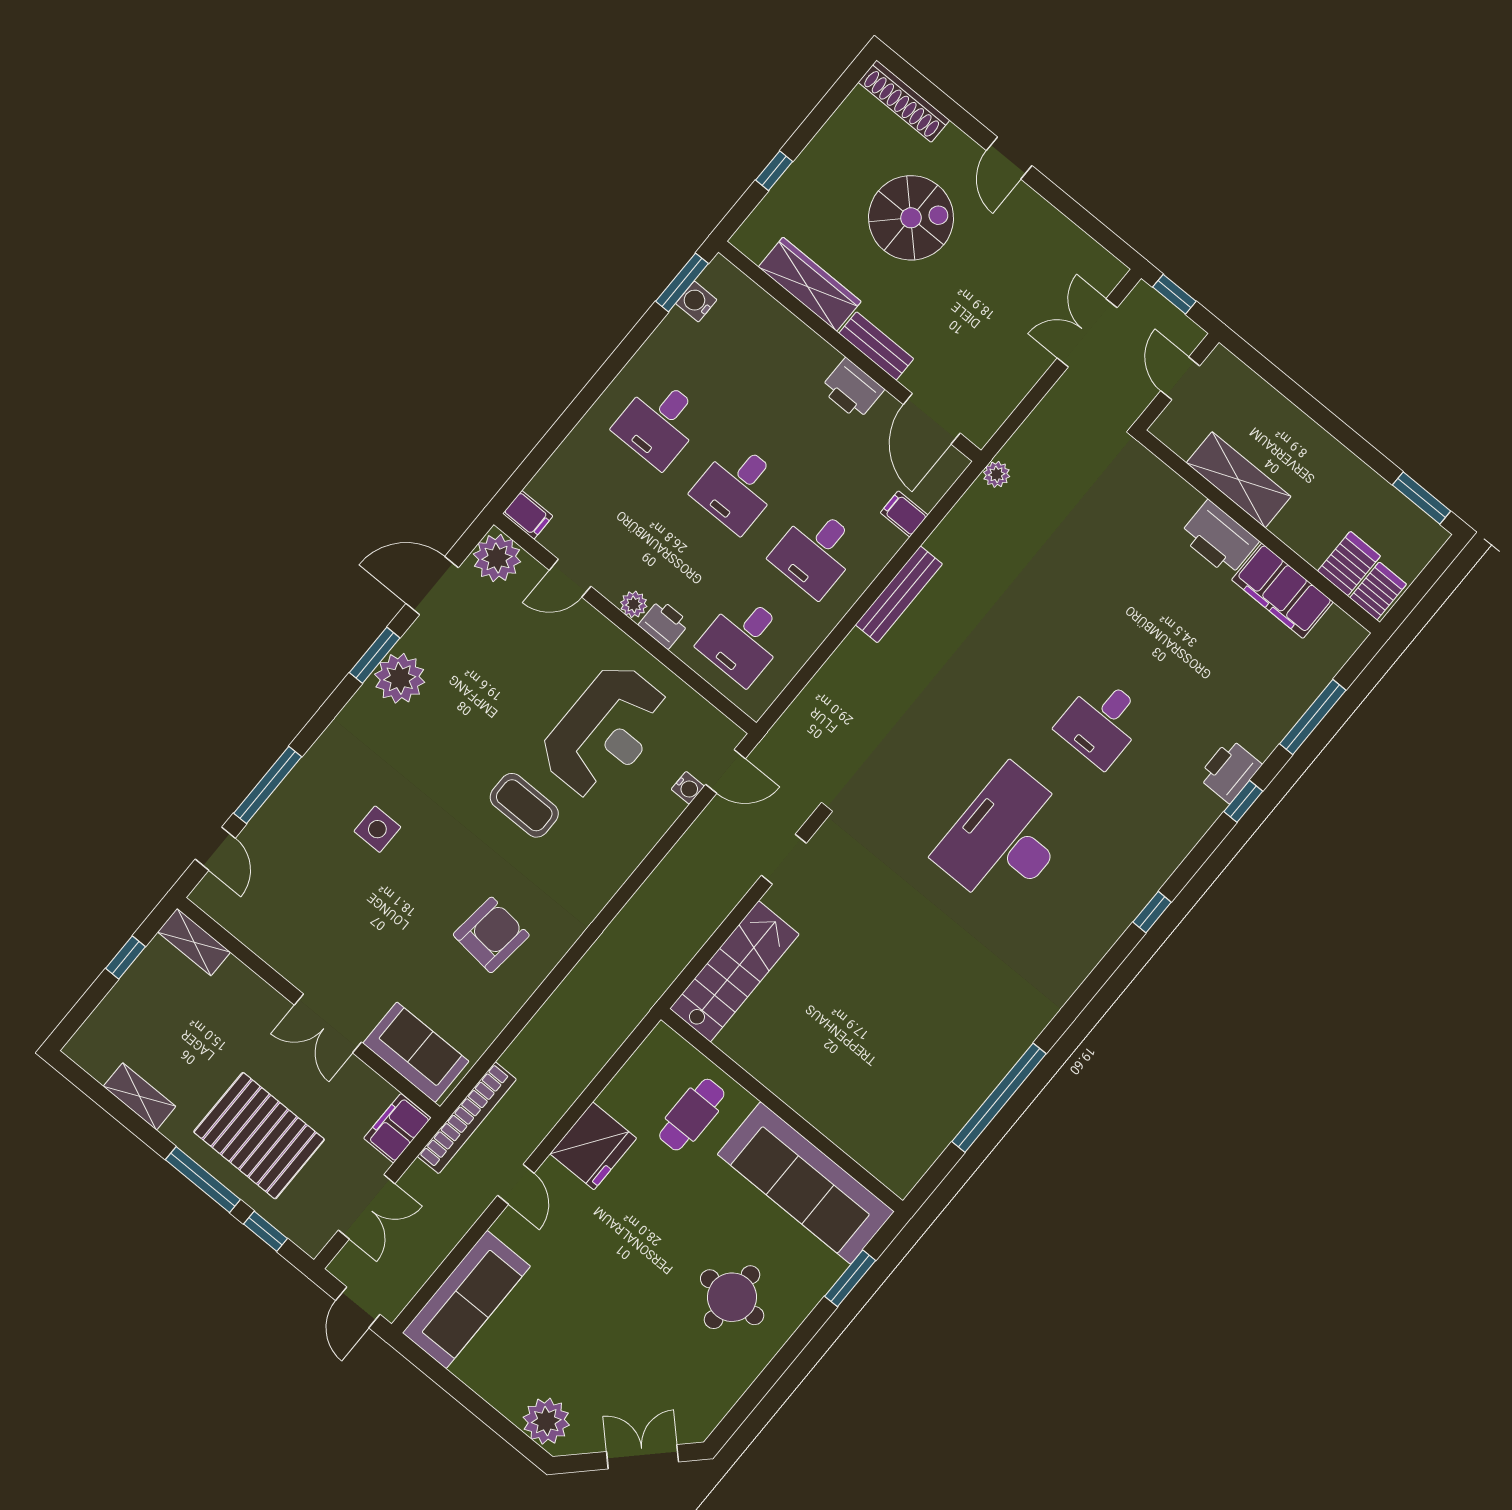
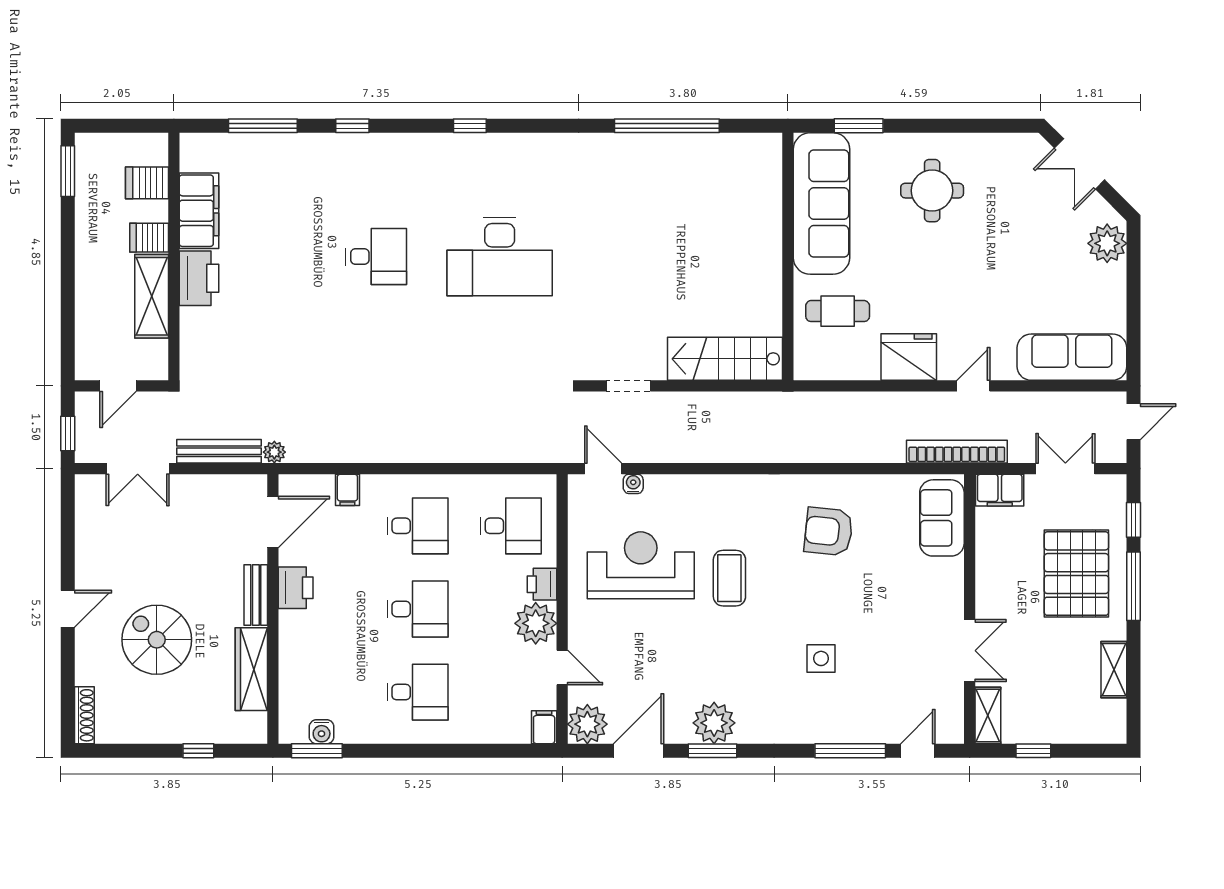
shoe rack: (904, 101) -> (84, 715), width x0.74, depth x0.81
door: (432, 586) -> (639, 751), swing flipped
server rack: (1378, 591) -> (149, 238), moved
bench: (899, 594) -> (219, 451), moved
plant: (634, 604) -> (536, 623), width x1.88, depth x1.88
printer: (1230, 771) -> (340, 150), removed
double door: (328, 1023) -> (970, 651), moved

